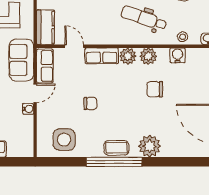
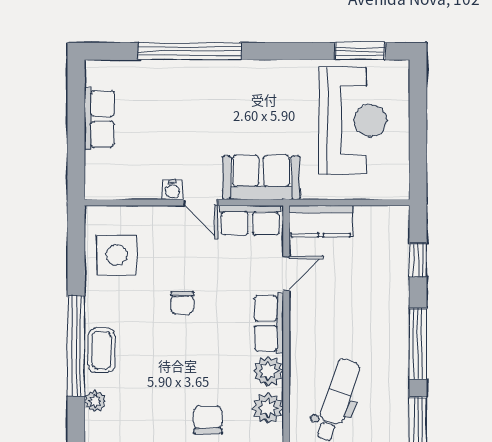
plant: (150, 146) -> (95, 401), width x0.53, depth x0.53

